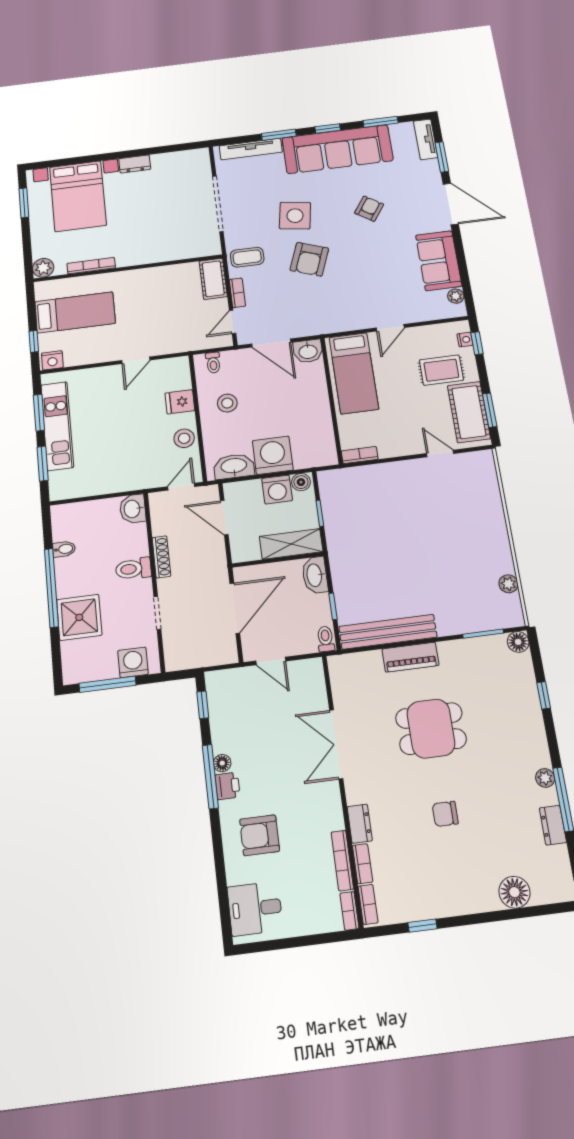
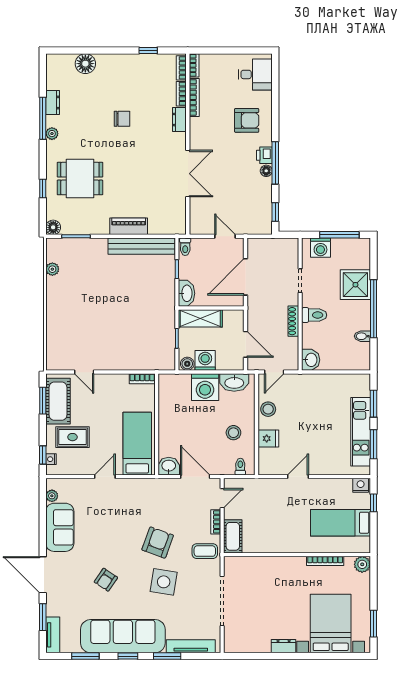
dining table: (431, 729) -> (80, 179), moved

